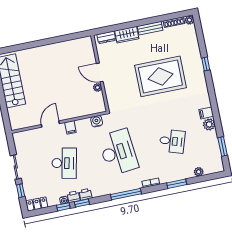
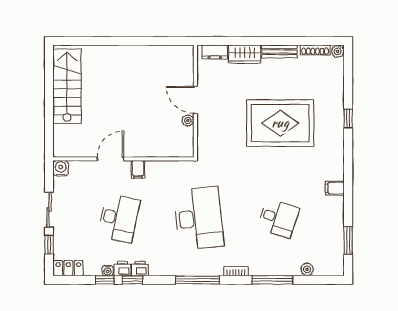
water cooler: (97, 121) -> (61, 168), moved
plant: (209, 124) -> (335, 205), removed
window: (177, 184) -> (272, 280), width x1.44

